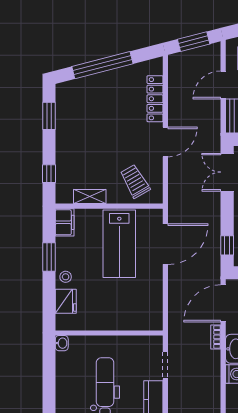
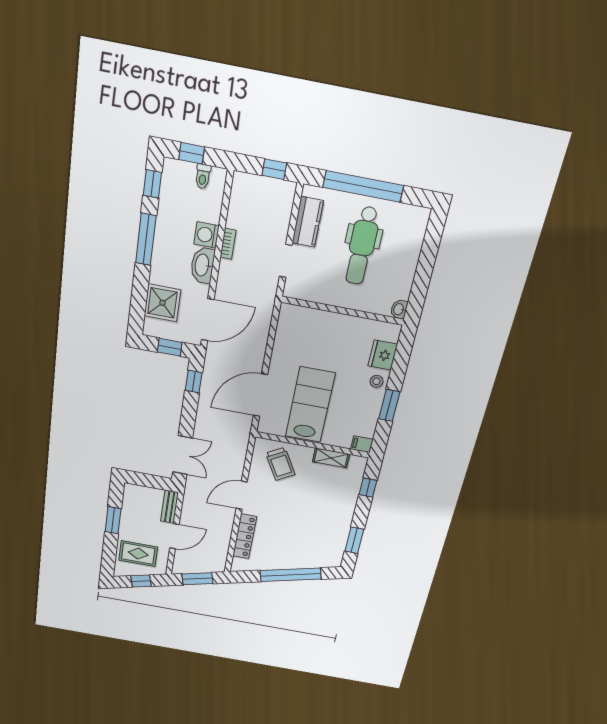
filing cabinet: (65, 222) -> (362, 444), width x0.50
bookcase: (216, 337) -> (228, 244), moved

